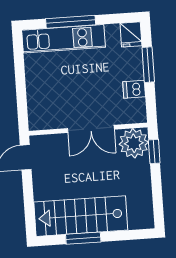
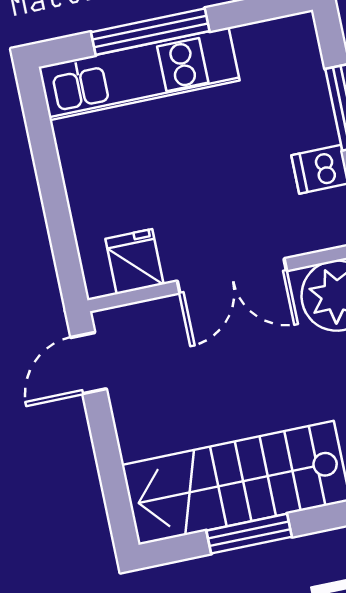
fridge: (131, 34) -> (135, 262), moved, turned 180

